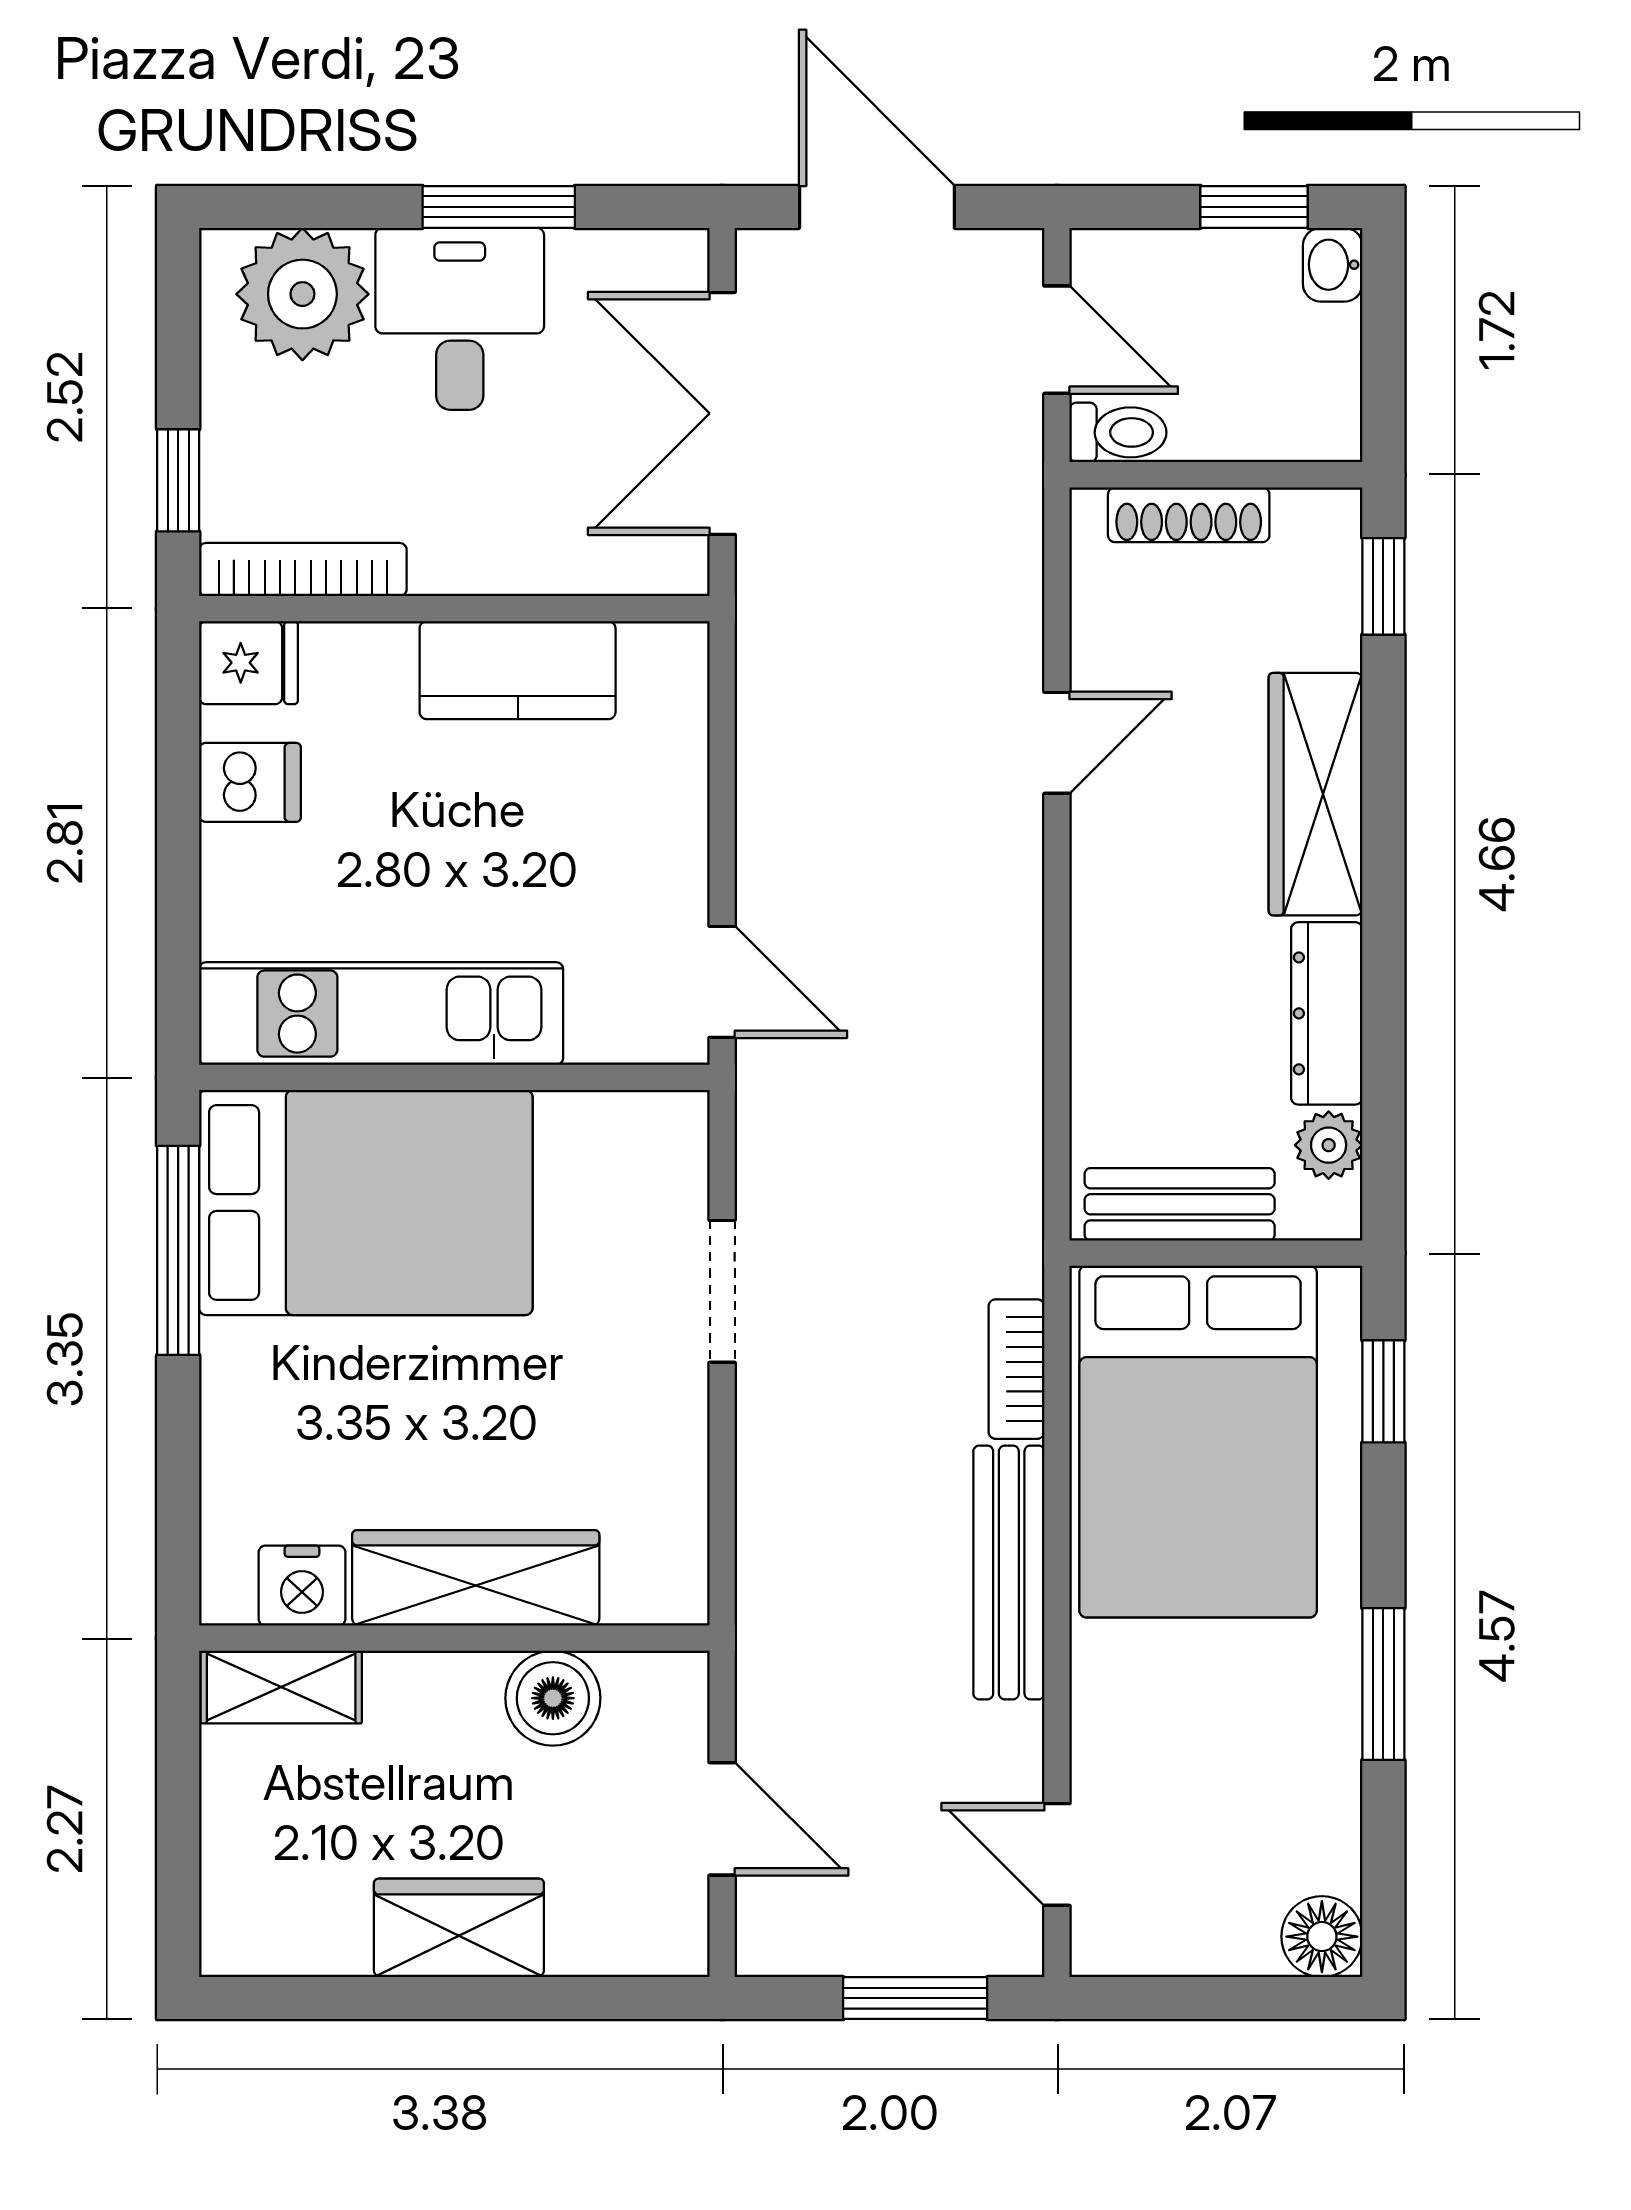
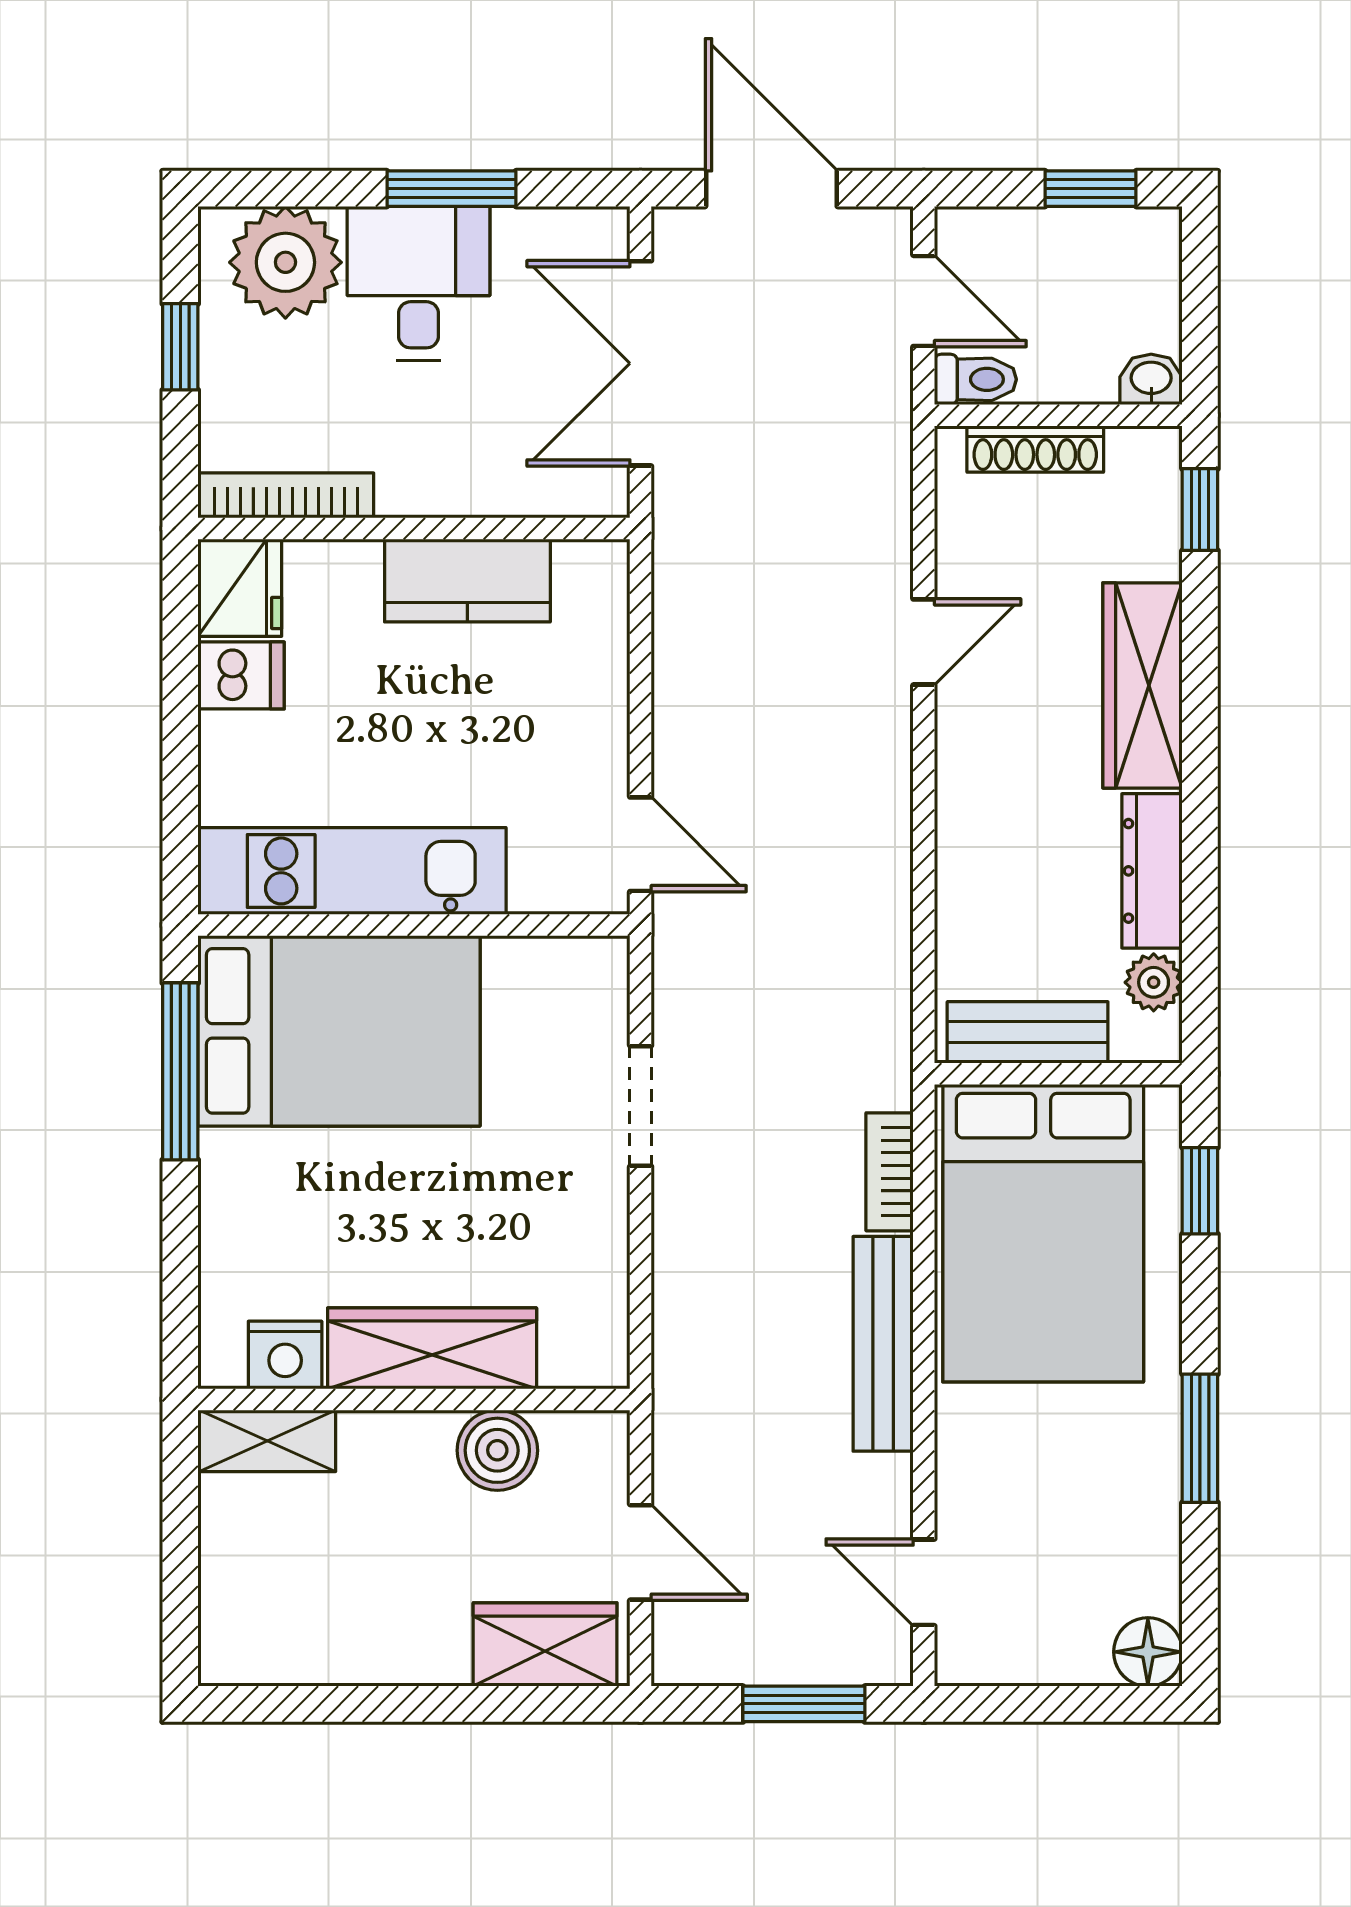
washbasin: (1333, 265) -> (1151, 379), moved, turned 90
window: (178, 480) -> (180, 347), moved
fridge: (249, 663) -> (240, 588), width x1.38
wardrobe: (459, 1928) -> (545, 1645), moved

